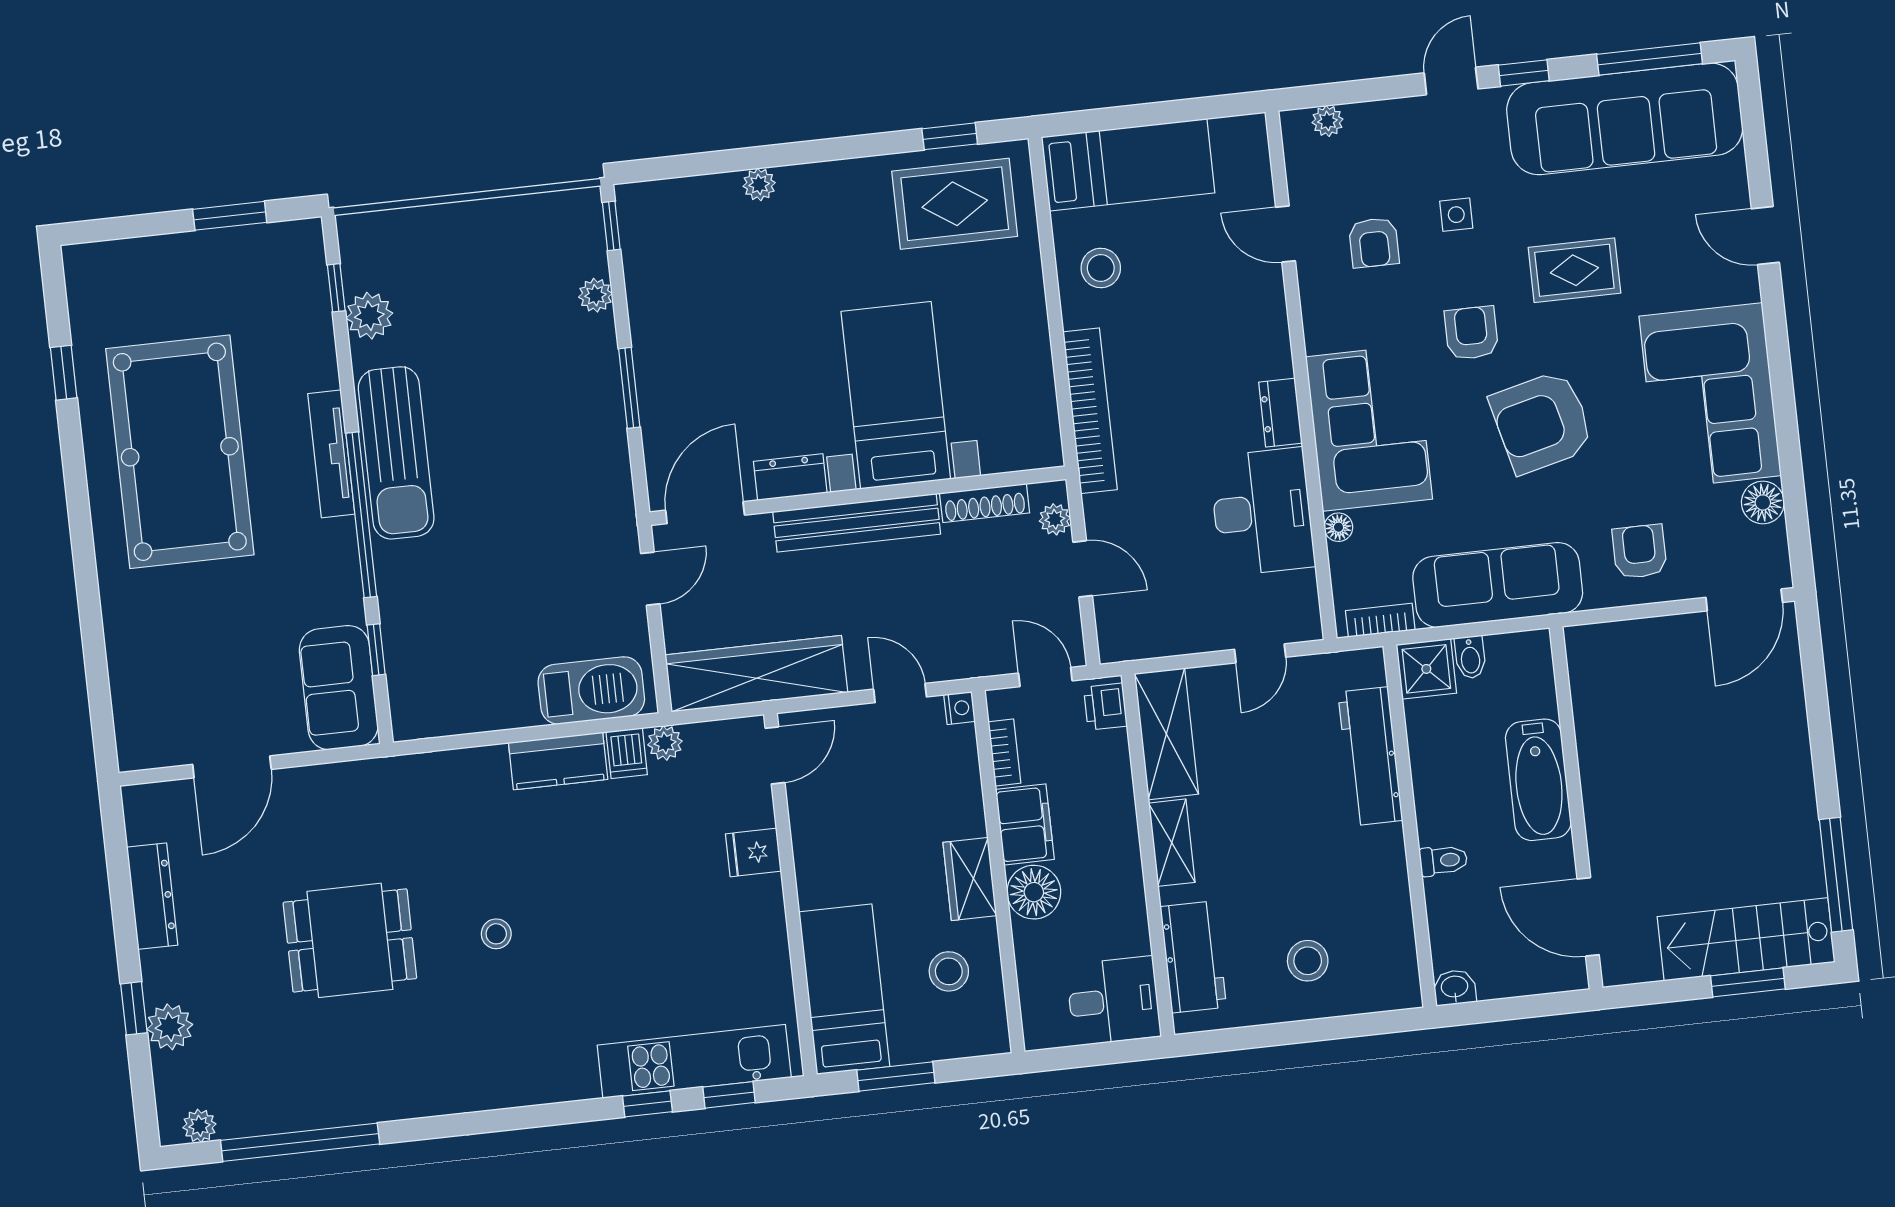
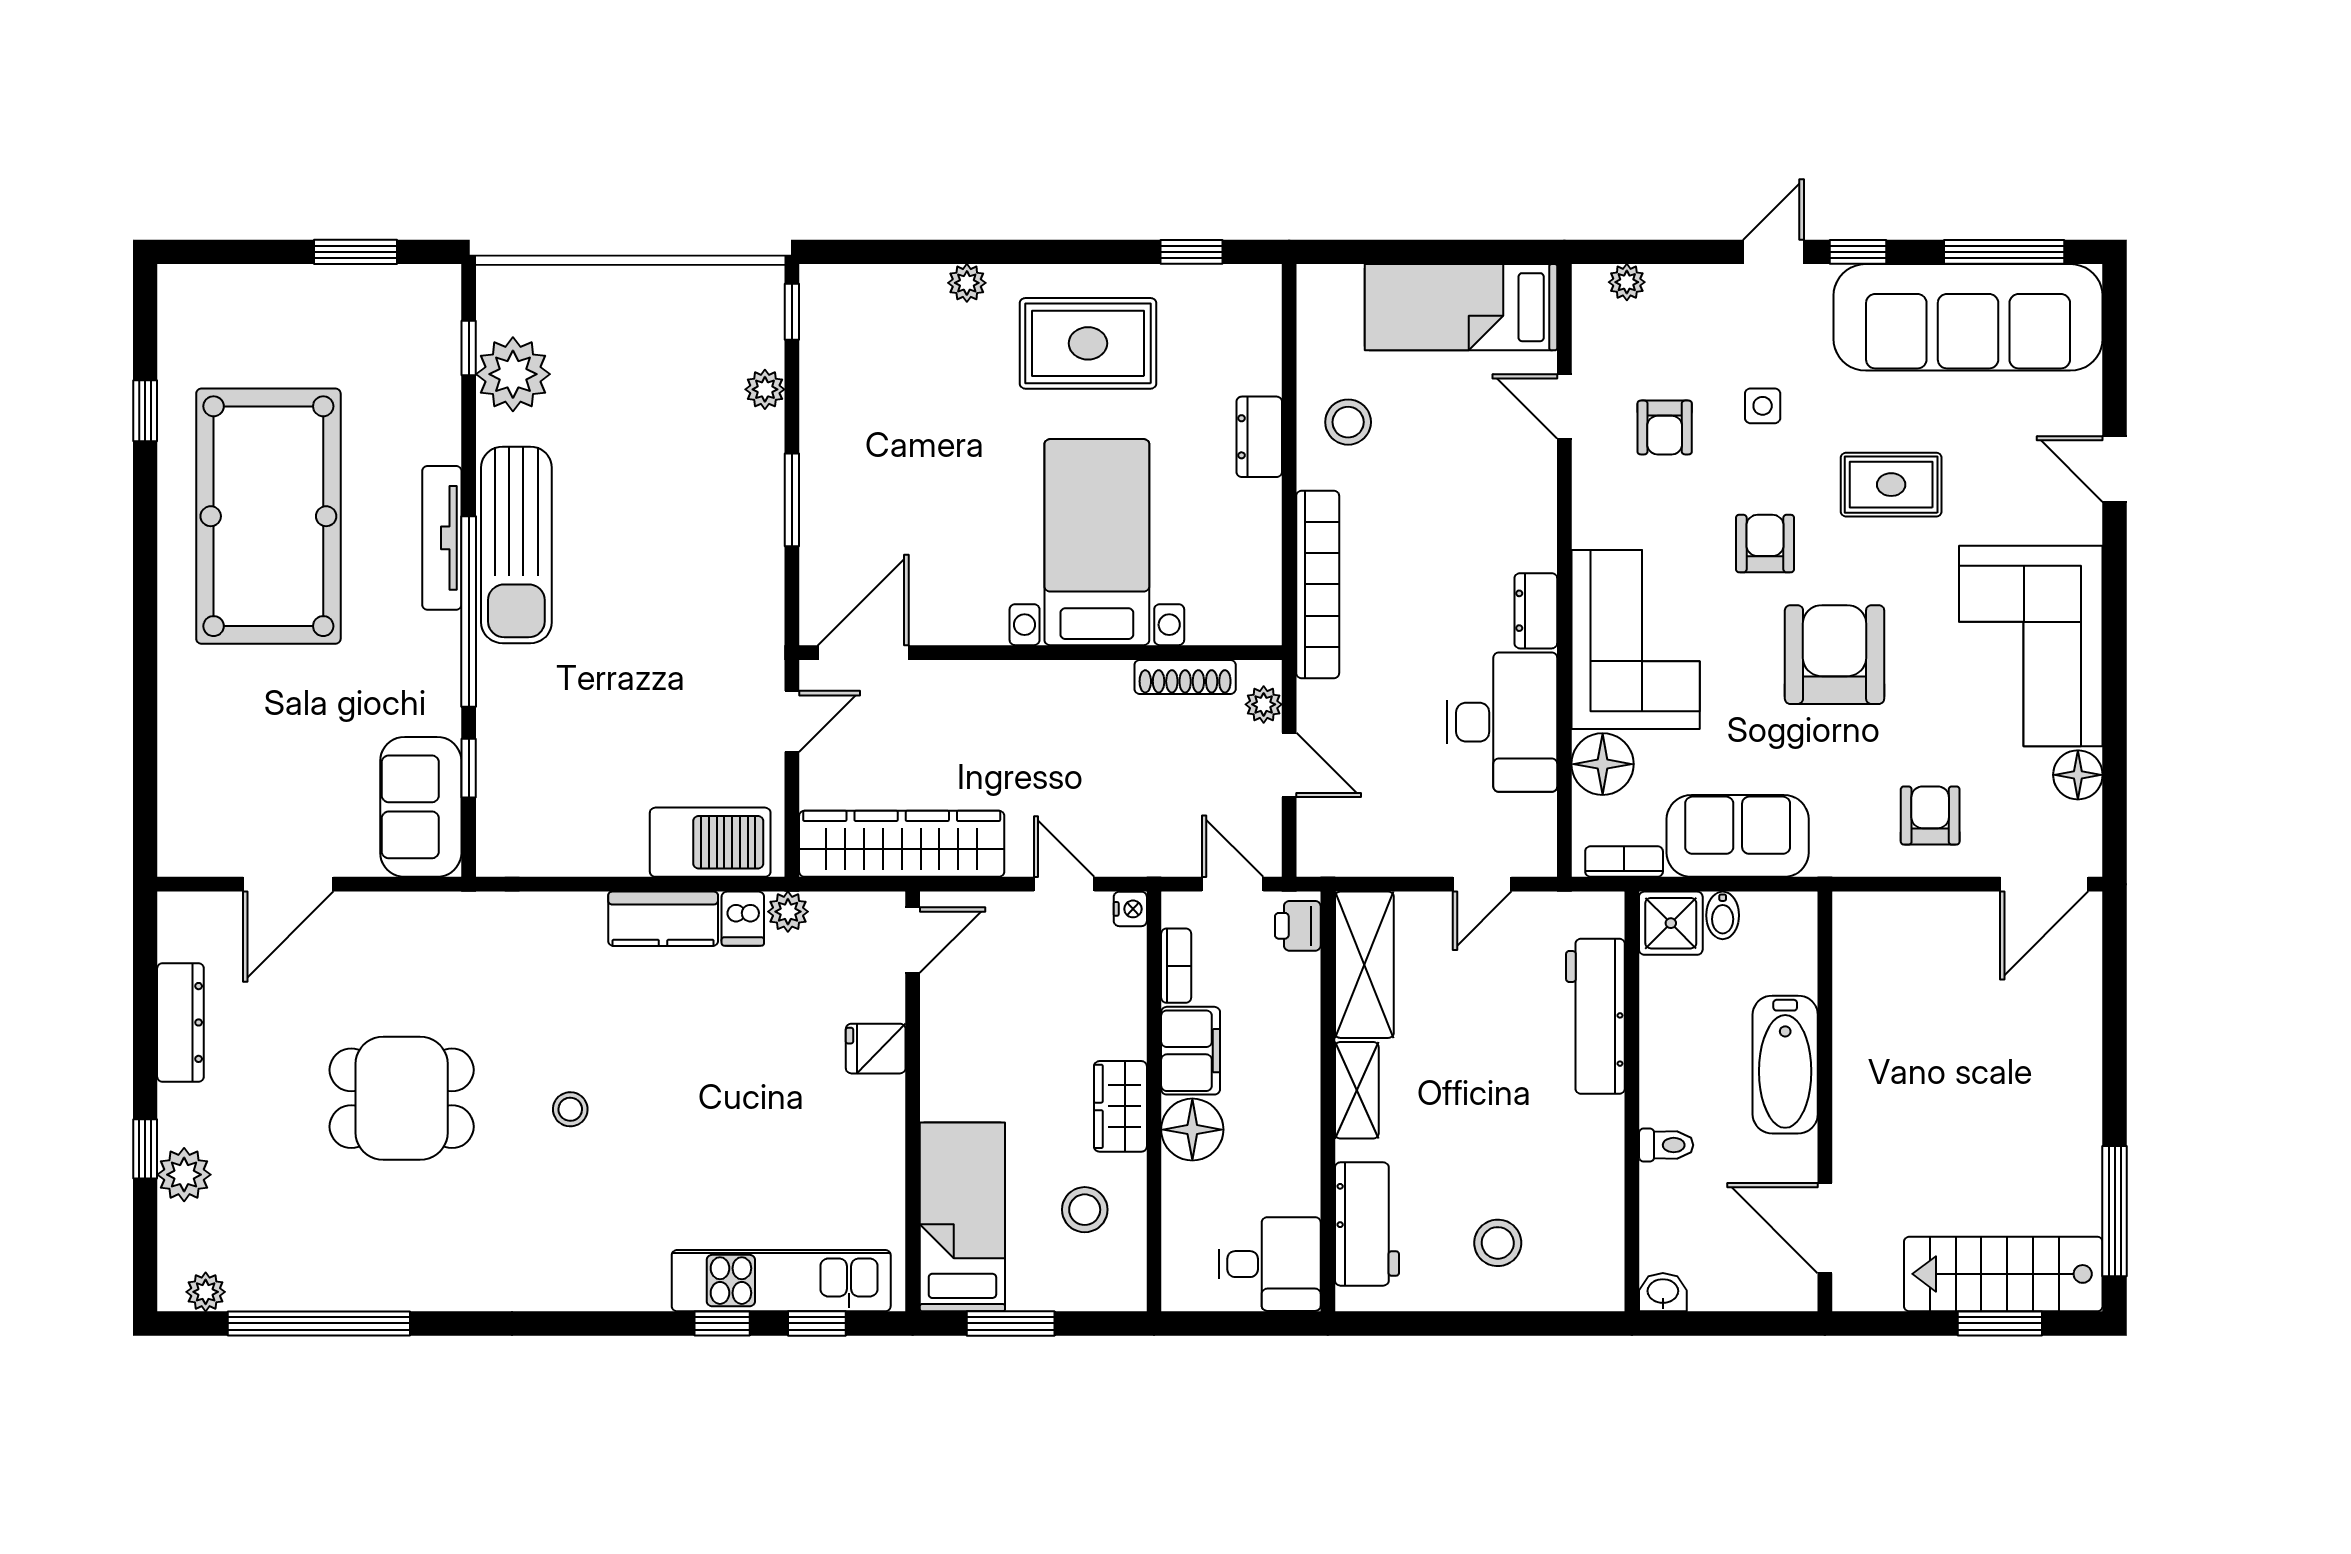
bed: (1128, 165) -> (1461, 307), moved, turned 180
rug: (955, 204) -> (1088, 343), moved
plant: (369, 316) -> (513, 374), width x1.36, depth x1.36
armchair: (1542, 422) -> (1835, 655), turned 104
dresser: (790, 477) -> (1259, 437), moved, turned -90
bench: (857, 523) -> (1036, 683), removed
floor lamp: (1339, 527) -> (1603, 764), width x1.89, depth x1.89
sofa: (1498, 585) -> (1738, 836), width x0.73

